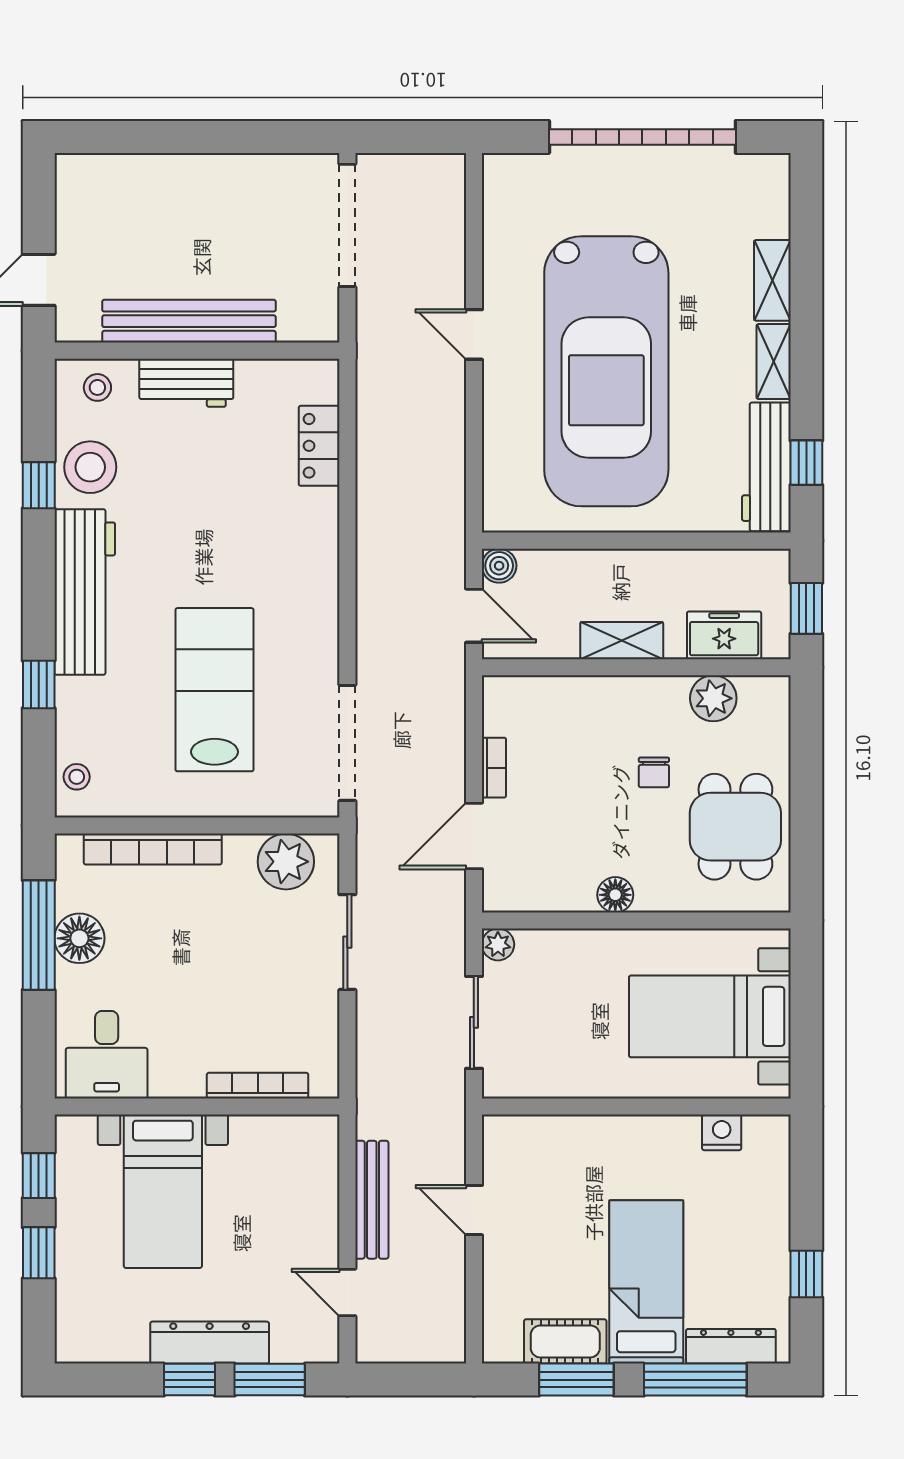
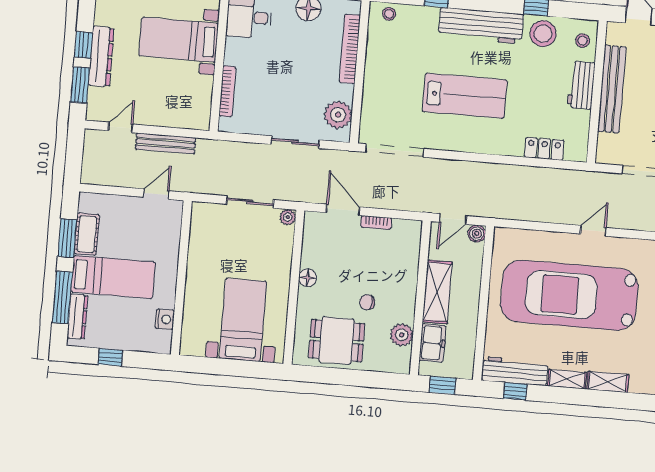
shelving: (622, 641) -> (437, 292), width x1.50, depth x1.33
lab bench: (215, 690) -> (465, 96), moved
wall: (636, 1107) -> (181, 278), moved
nightstand: (722, 1132) -> (165, 319), moved

